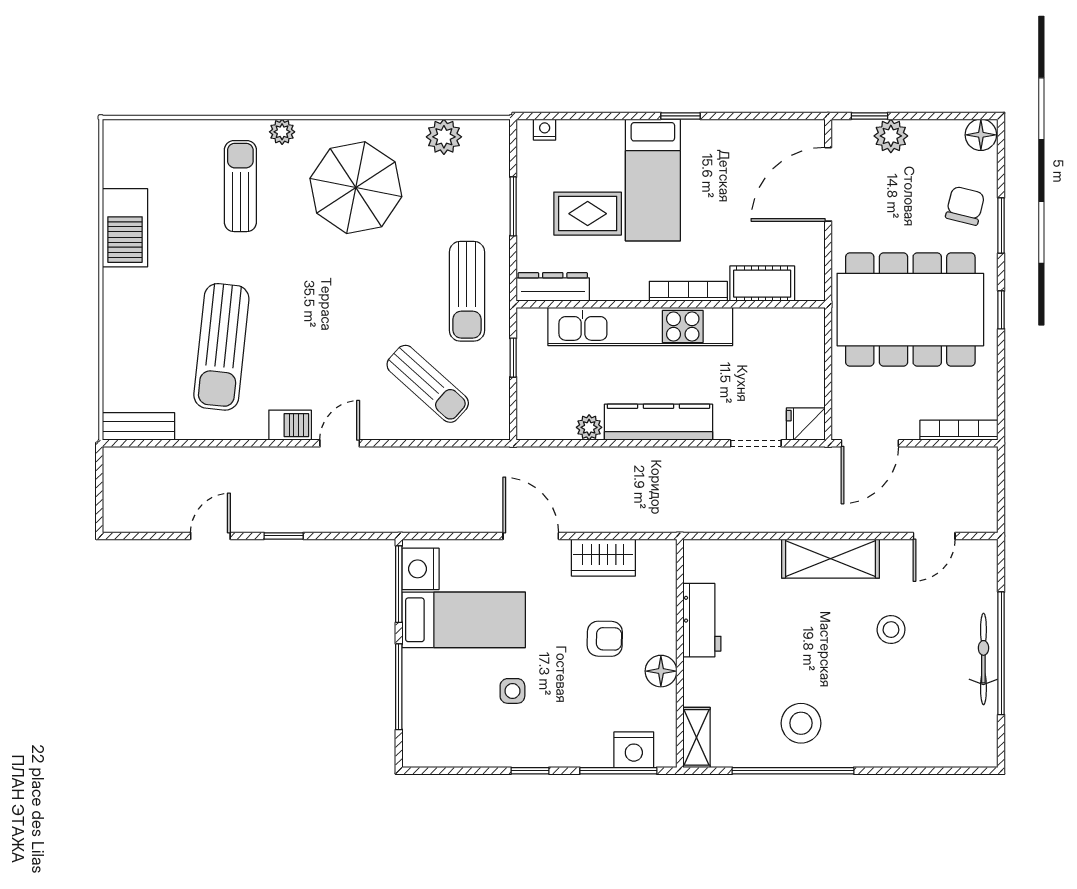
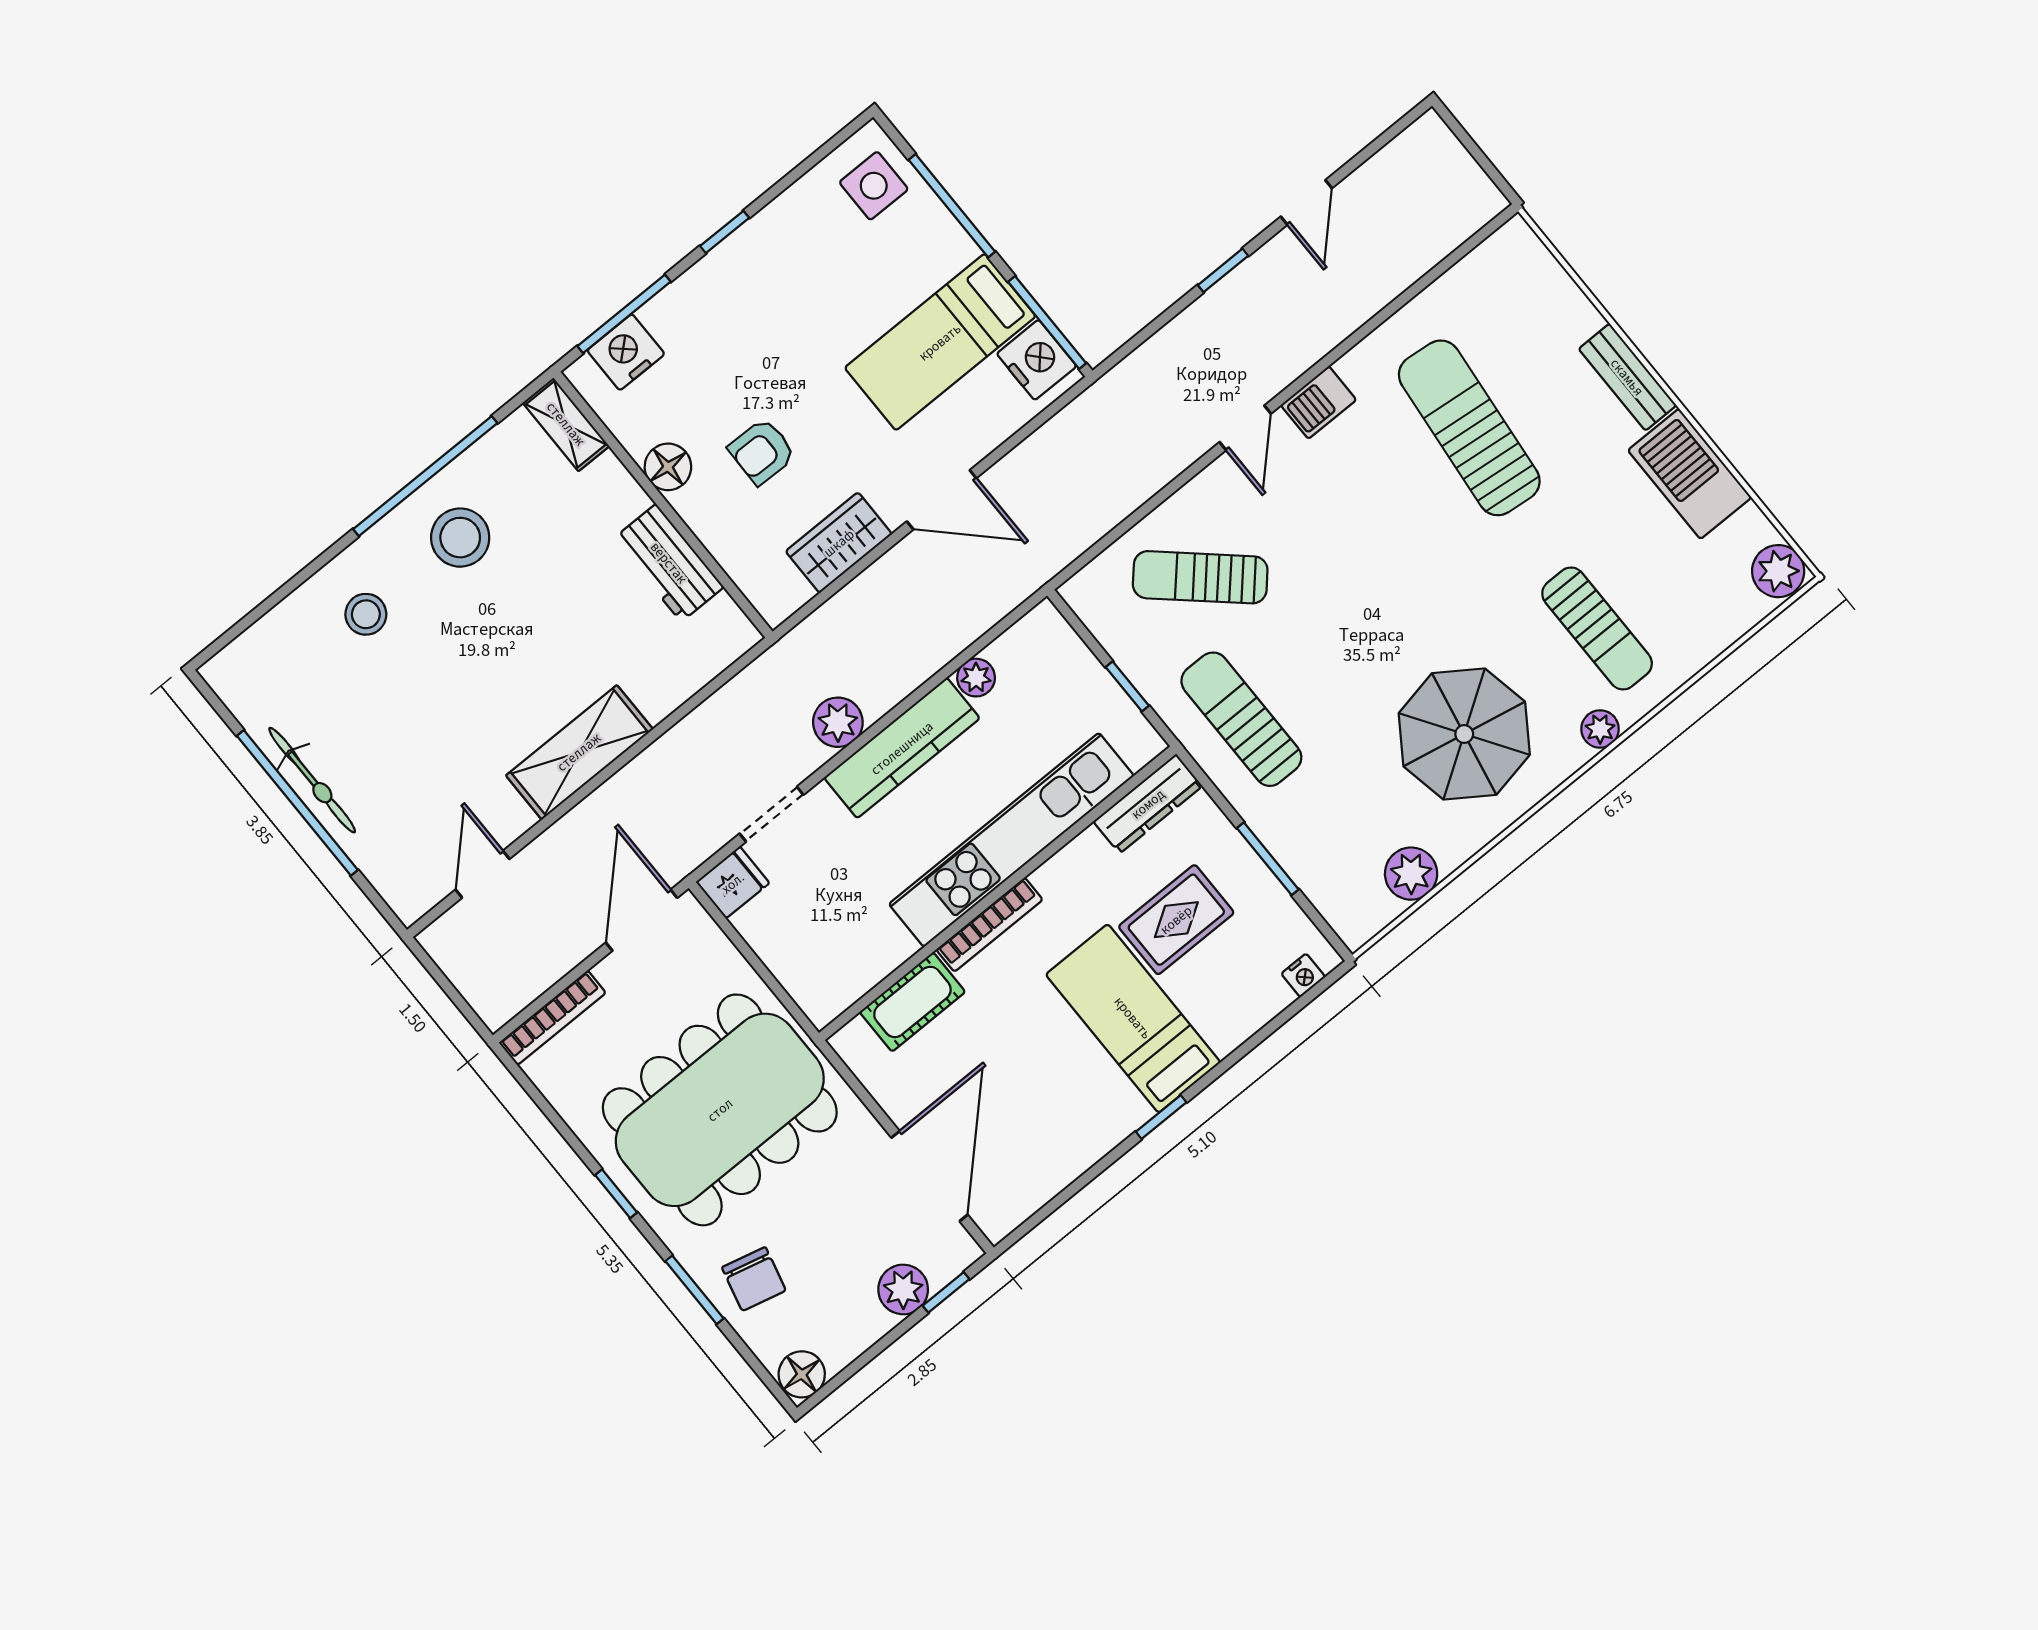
plant: (120, 138) -> (1778, 571), added
bench: (138, 426) -> (1627, 377), moved, turned 90
plant: (681, 463) -> (838, 722), added
stool: (891, 630) -> (366, 614), moved
side table: (512, 691) -> (874, 186), moved, width x1.37, depth x1.37

